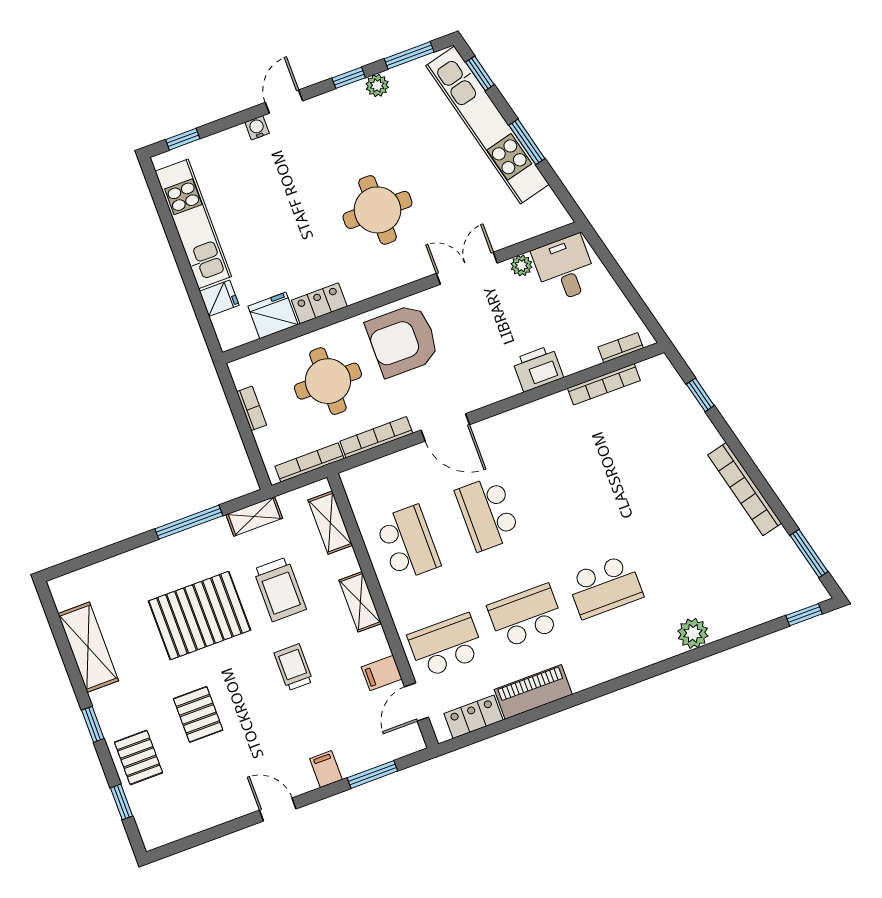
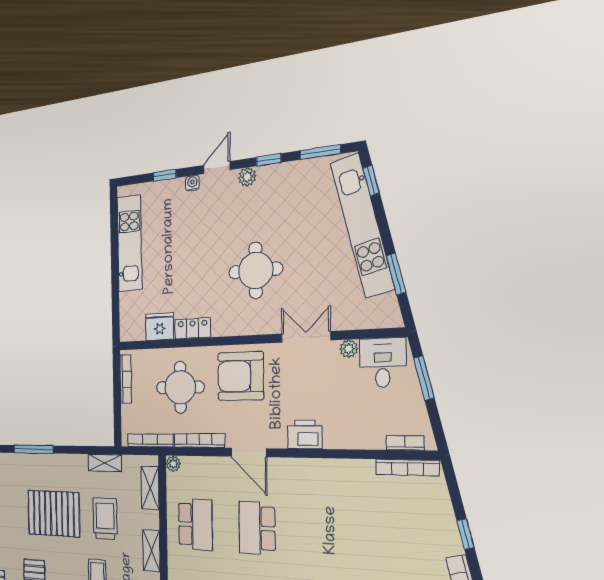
plant: (377, 86) -> (247, 177), moved
window: (183, 139) -> (165, 175), moved
window: (527, 142) -> (396, 274), moved
window: (615, 270) -> (424, 378), added
fridge: (219, 298) -> (130, 302), removed
printer: (538, 368) -> (305, 434), moved
bookcase: (604, 384) -> (407, 467), moved
window: (700, 395) -> (466, 534), moved
bookcase: (252, 408) -> (126, 379), width x1.56
plant: (351, 479) -> (173, 464), added
window: (189, 522) -> (34, 449), moved
trolley: (280, 589) -> (105, 519), turned 180

